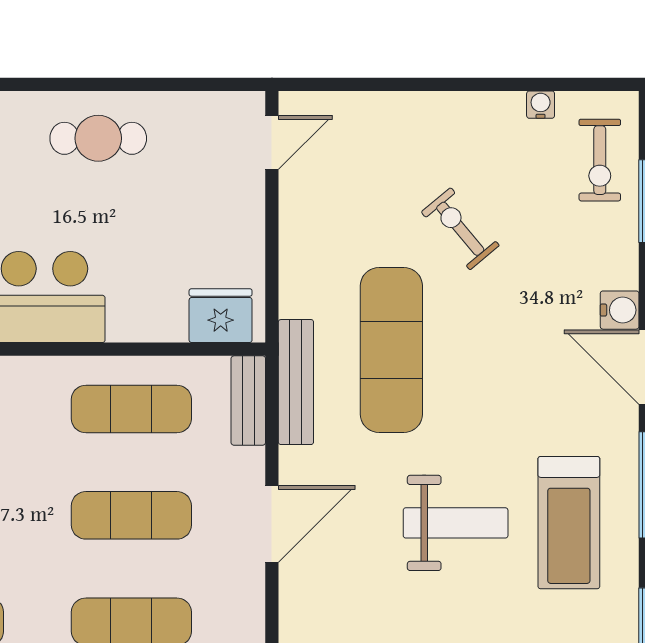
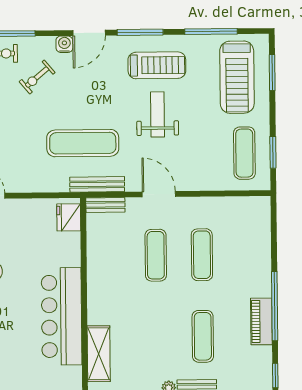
exercise bike: (460, 229) -> (37, 77), moved
exercise mat: (131, 409) -> (110, 256), removed

